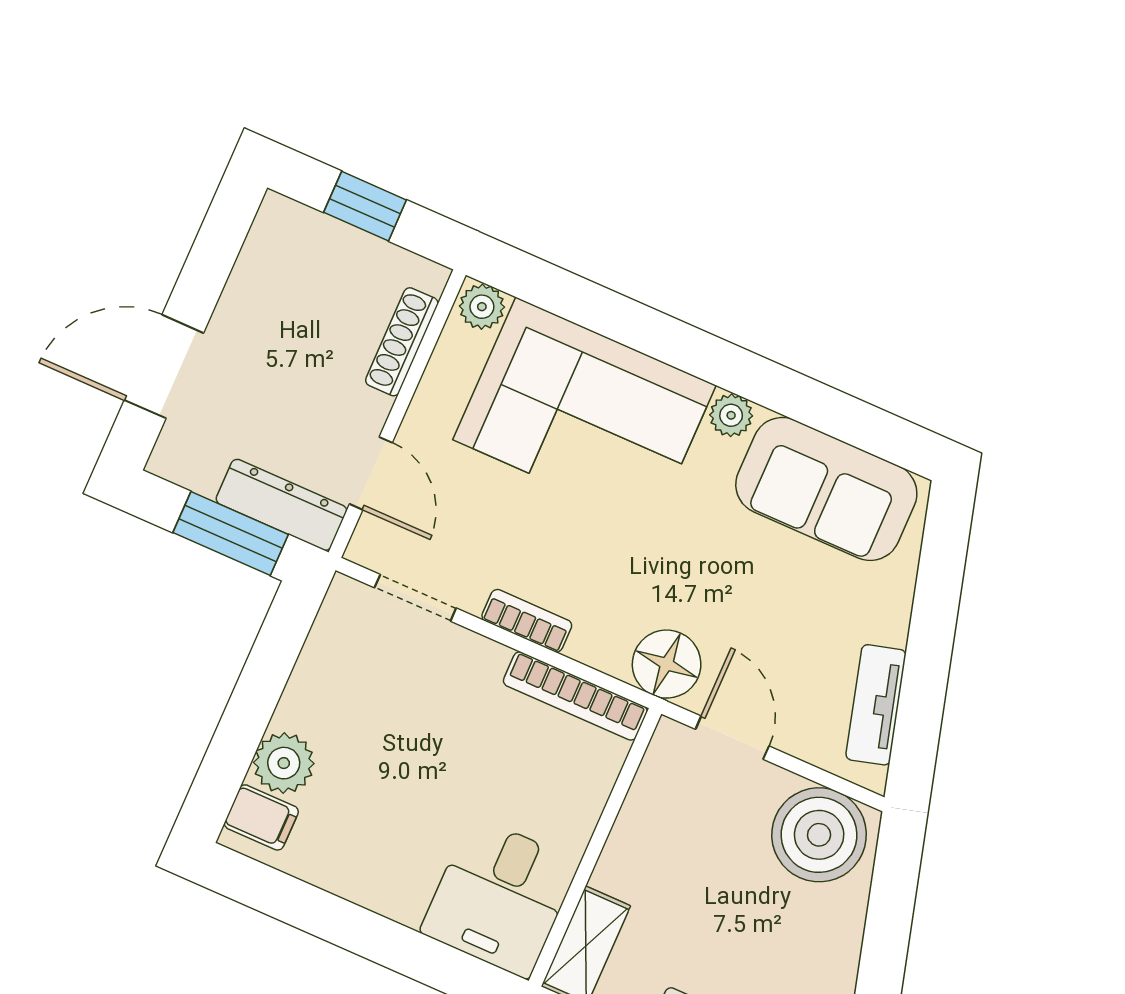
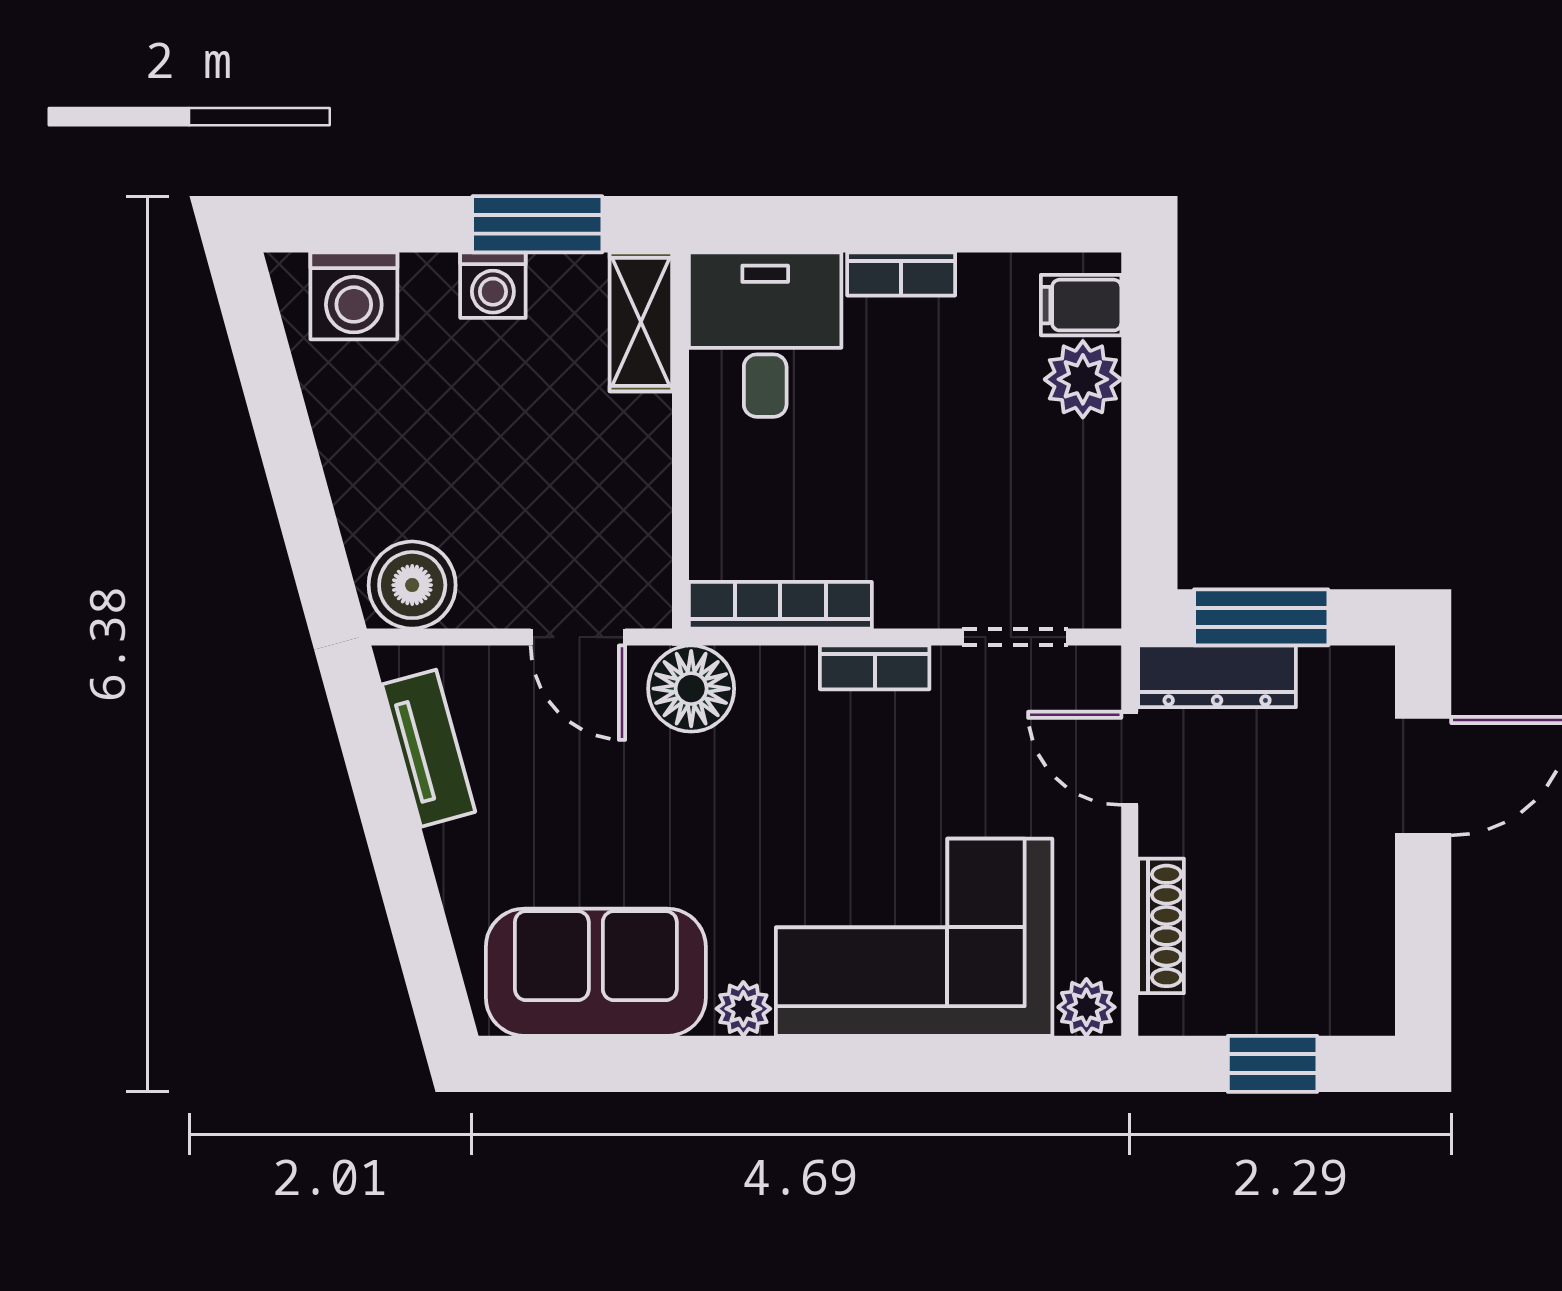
boiler: (819, 835) -> (412, 585), width x0.73, depth x0.73
bookcase: (382, 897) -> (901, 274), added

